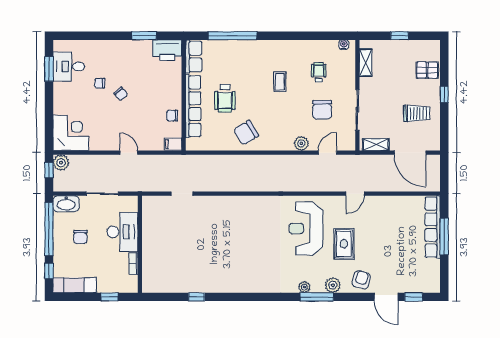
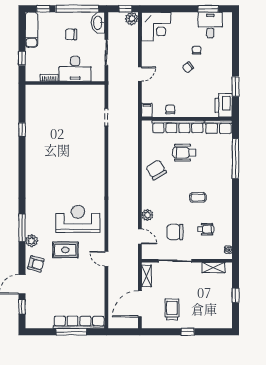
pallet: (427, 70) -> (207, 318), removed
trolley: (417, 113) -> (172, 309), turned 180
plant: (304, 287) -> (30, 218), removed

